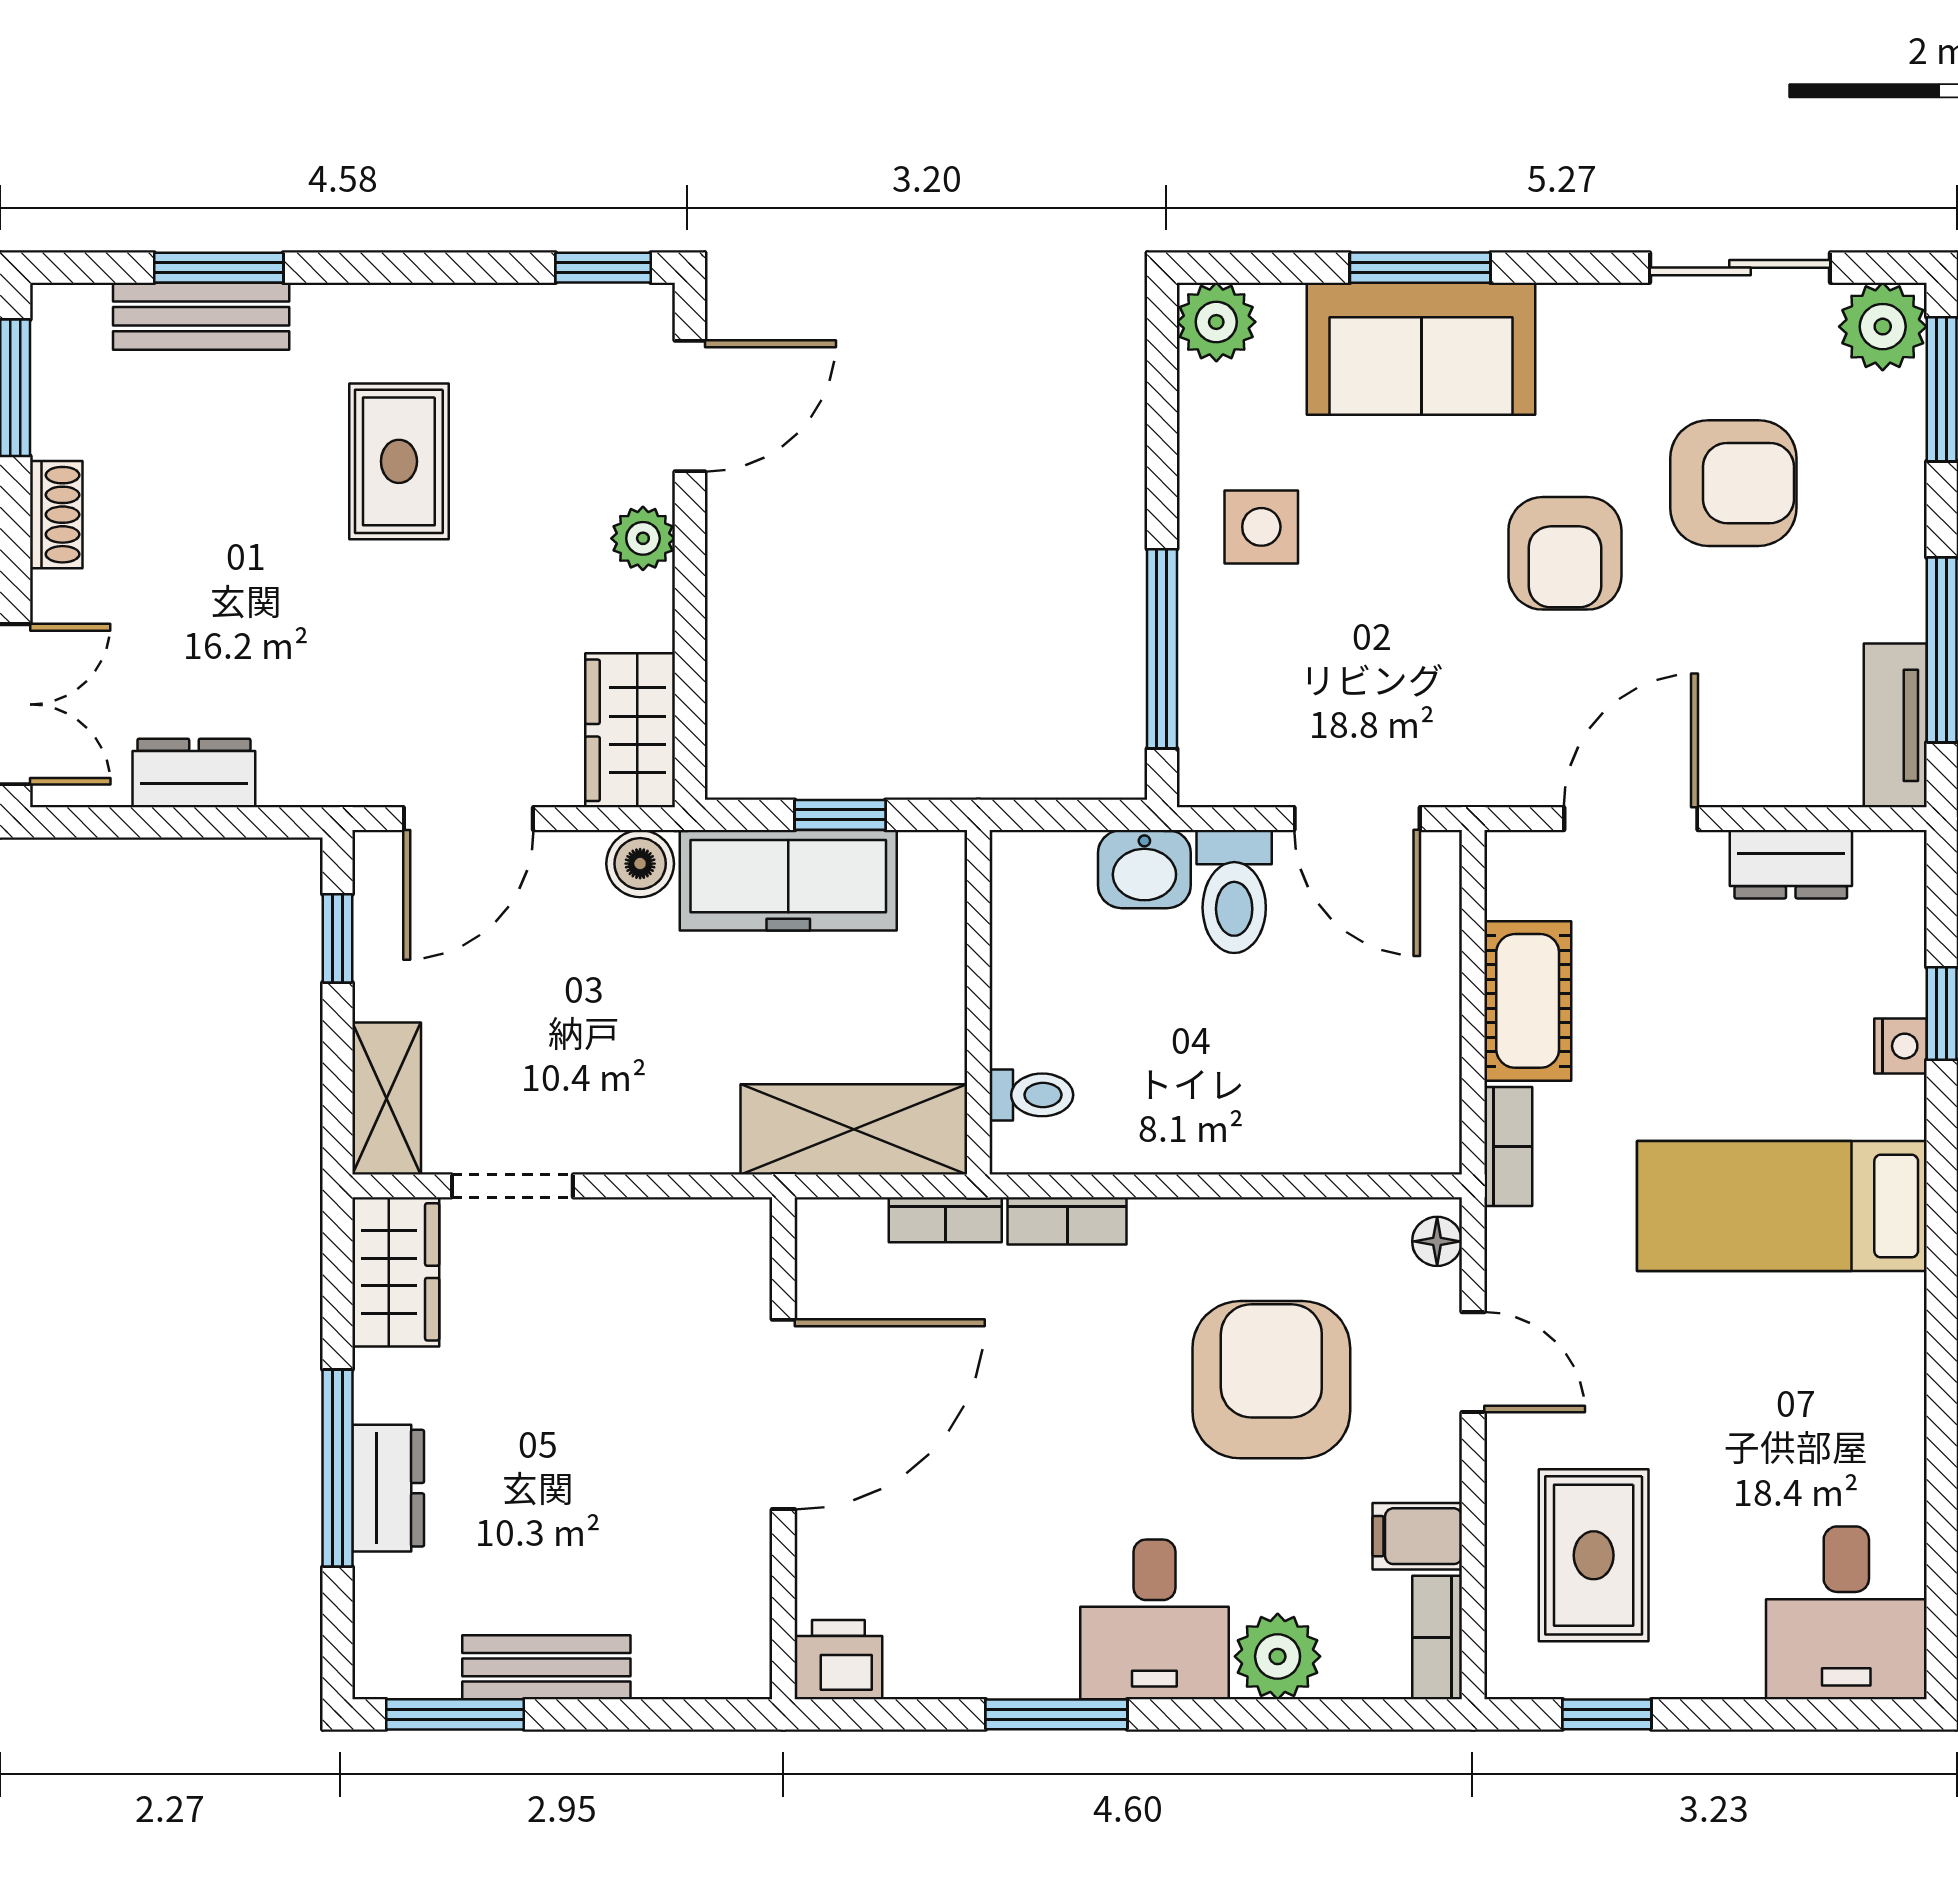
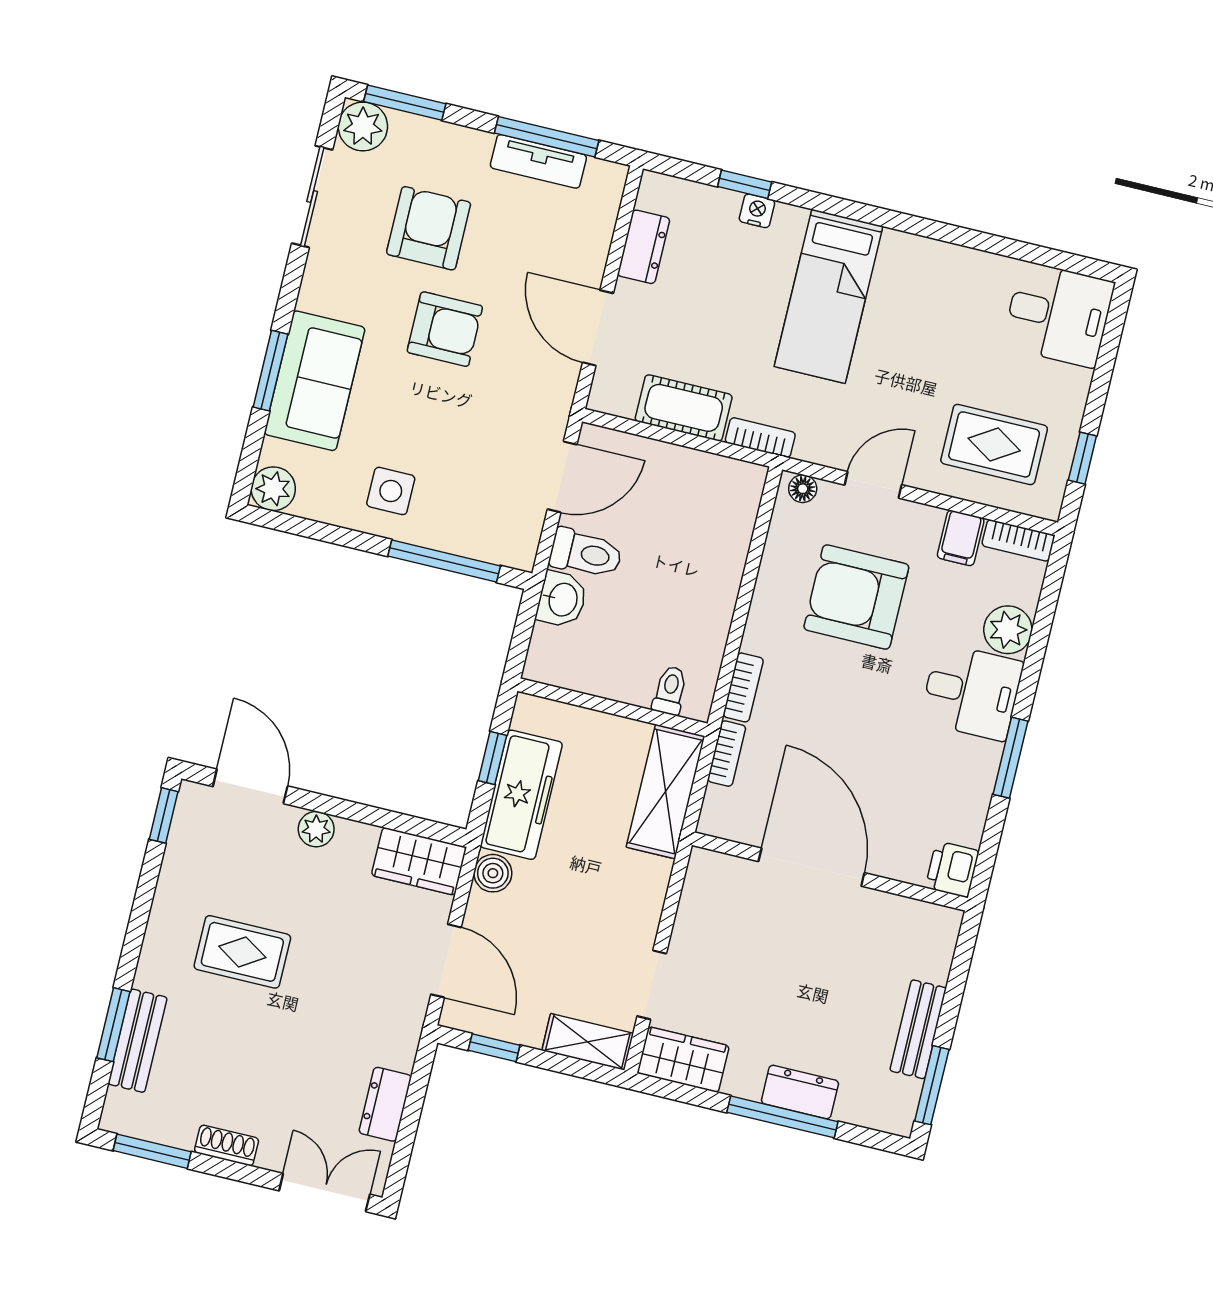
tv unit: (1895, 725) -> (538, 161), moved

